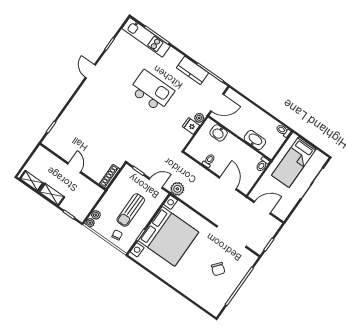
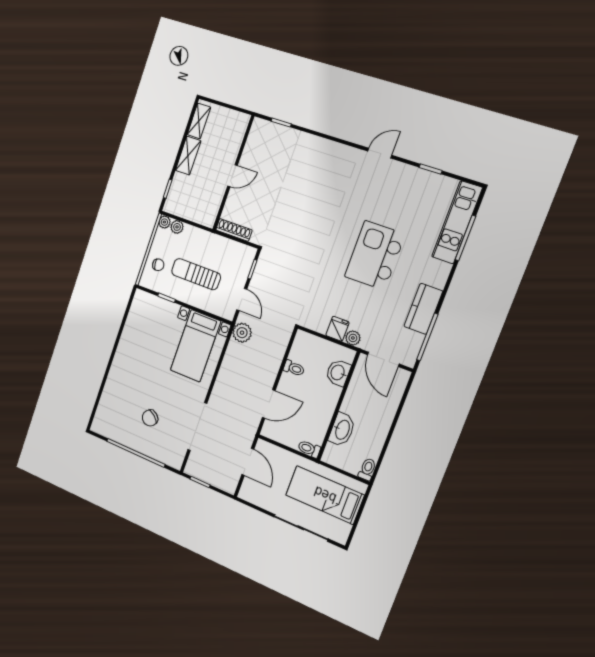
kitchen island: (152, 91) -> (375, 255), turned 180
bed with nightstands: (168, 236) -> (196, 346), width x0.54

